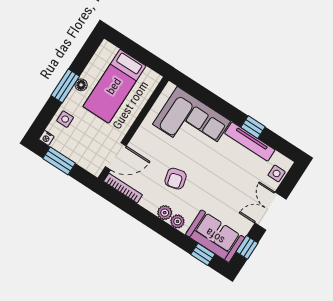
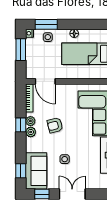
window: (65, 86) -> (46, 24), moved
side table: (277, 173) -> (65, 159), moved
window: (149, 219) -> (21, 125), added
plant: (177, 221) -> (30, 121), moved

